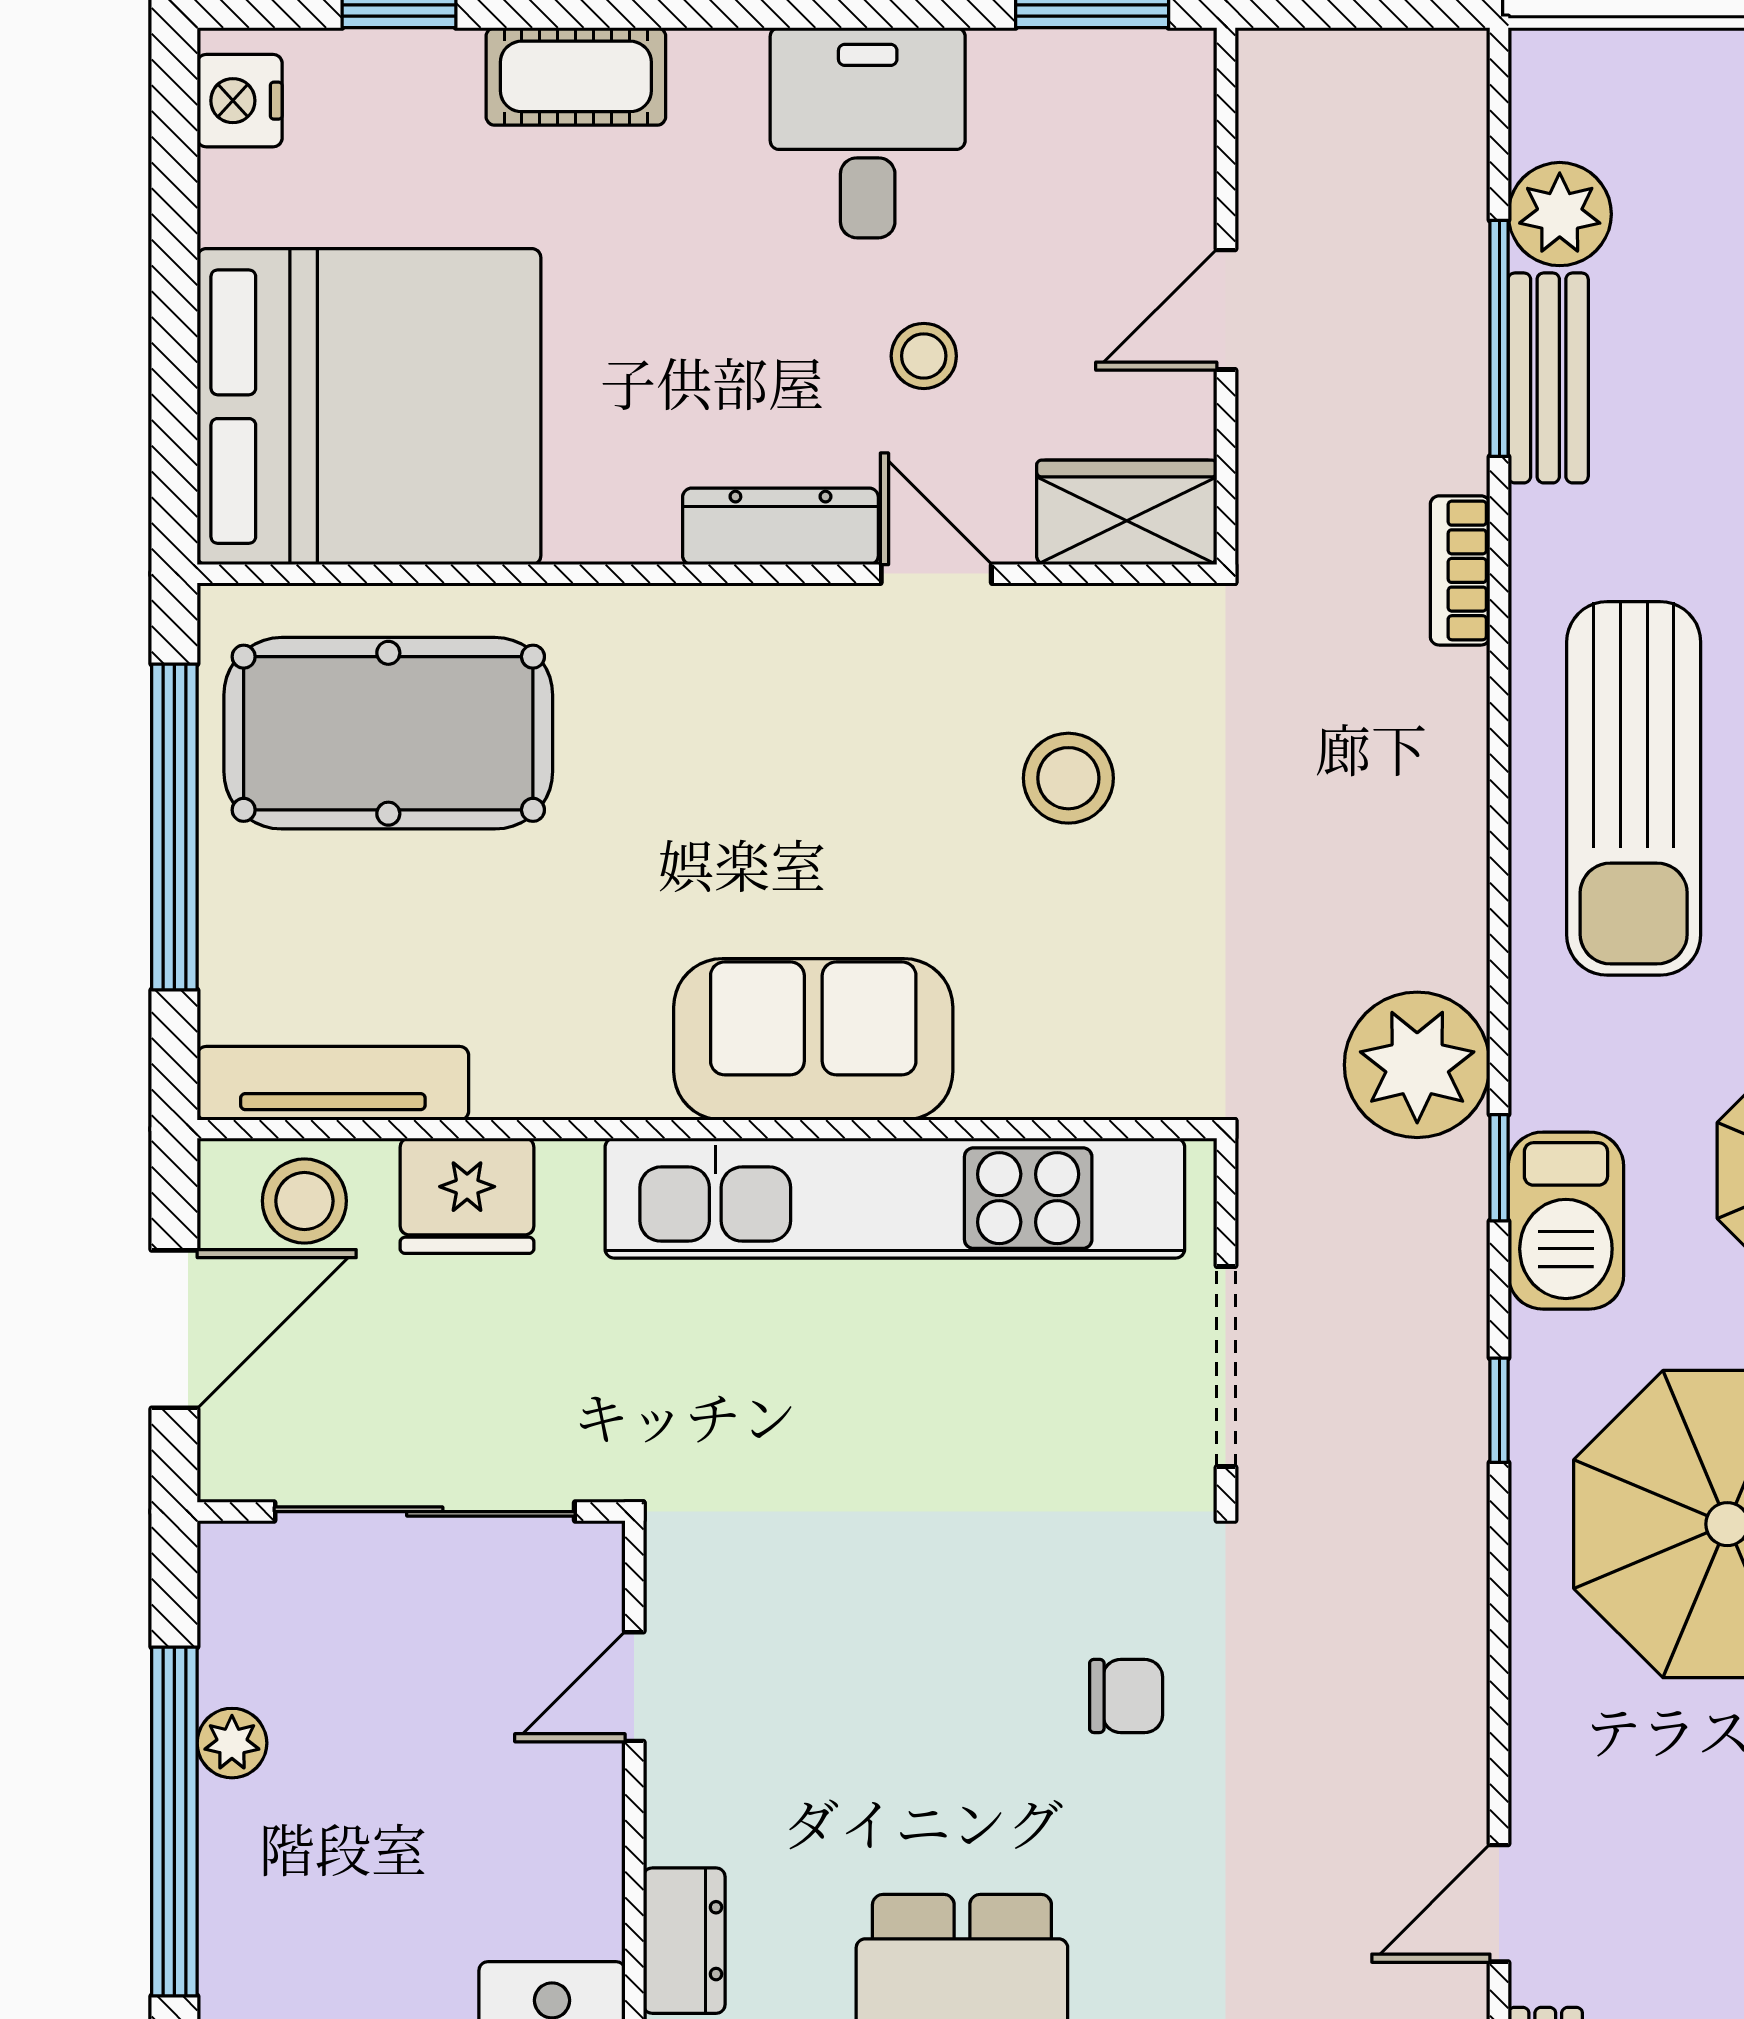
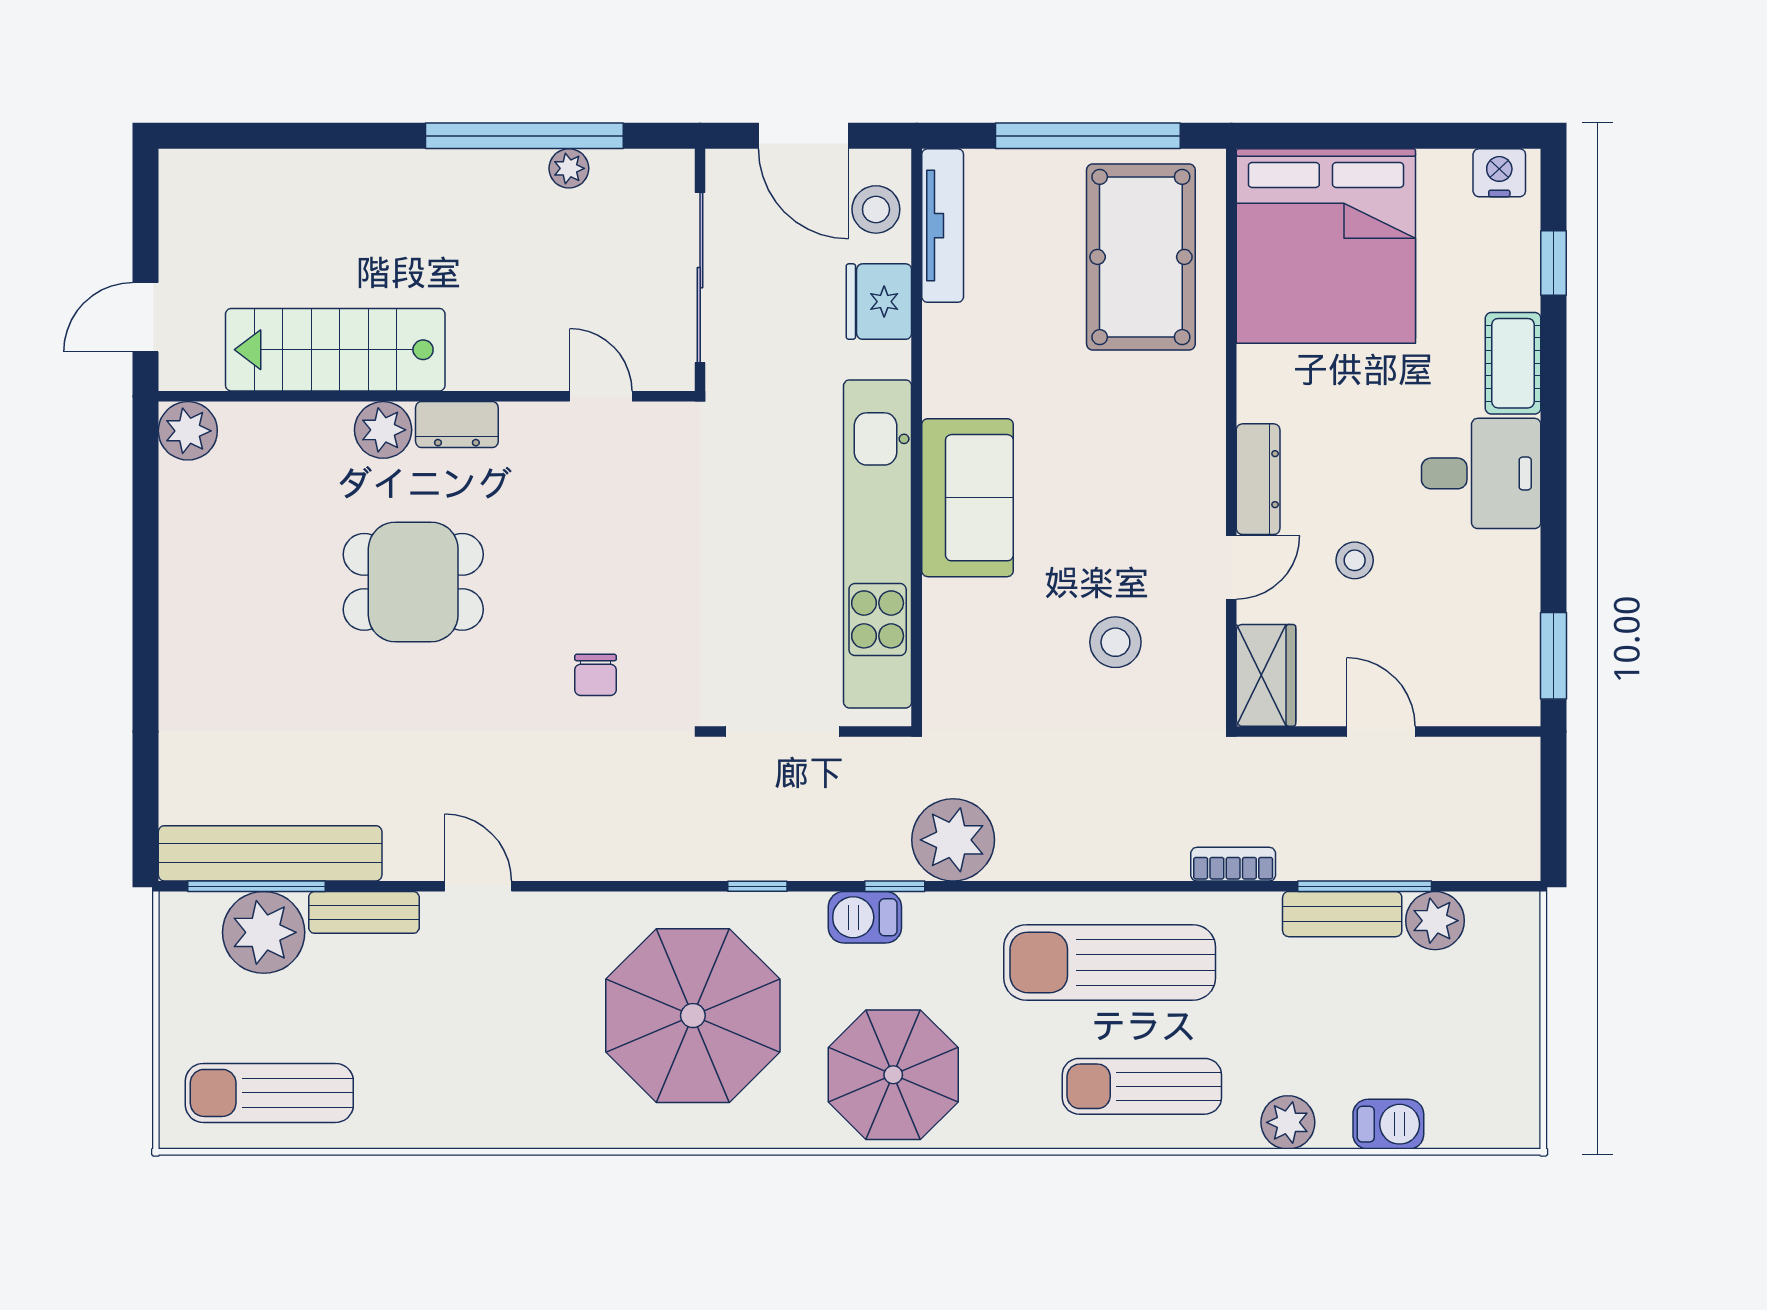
desk: (868, 133) -> (1481, 473), moved
barbecue: (1566, 1221) -> (865, 917), width x0.73, depth x0.79

